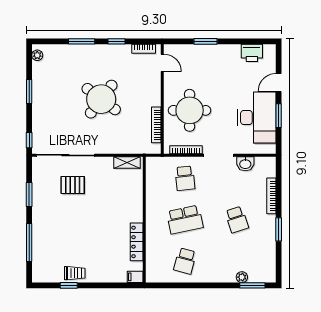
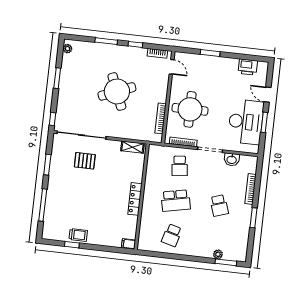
door: (279, 83) -> (267, 95), hinge flipped
round table: (101, 99) -> (117, 91), turned 31
locker: (137, 242) -> (135, 199), moved

